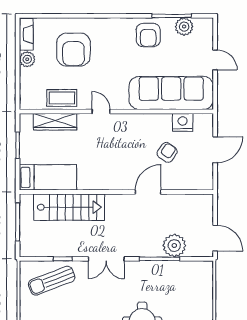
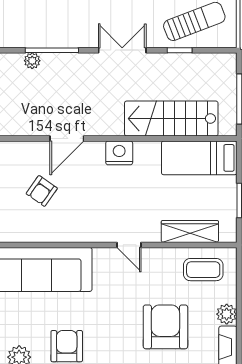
coffee table: (62, 98) -> (203, 270), moved
nightstand: (183, 122) -> (119, 153), moved, turned 180
plant: (174, 246) -> (32, 61), width x0.53, depth x0.53

